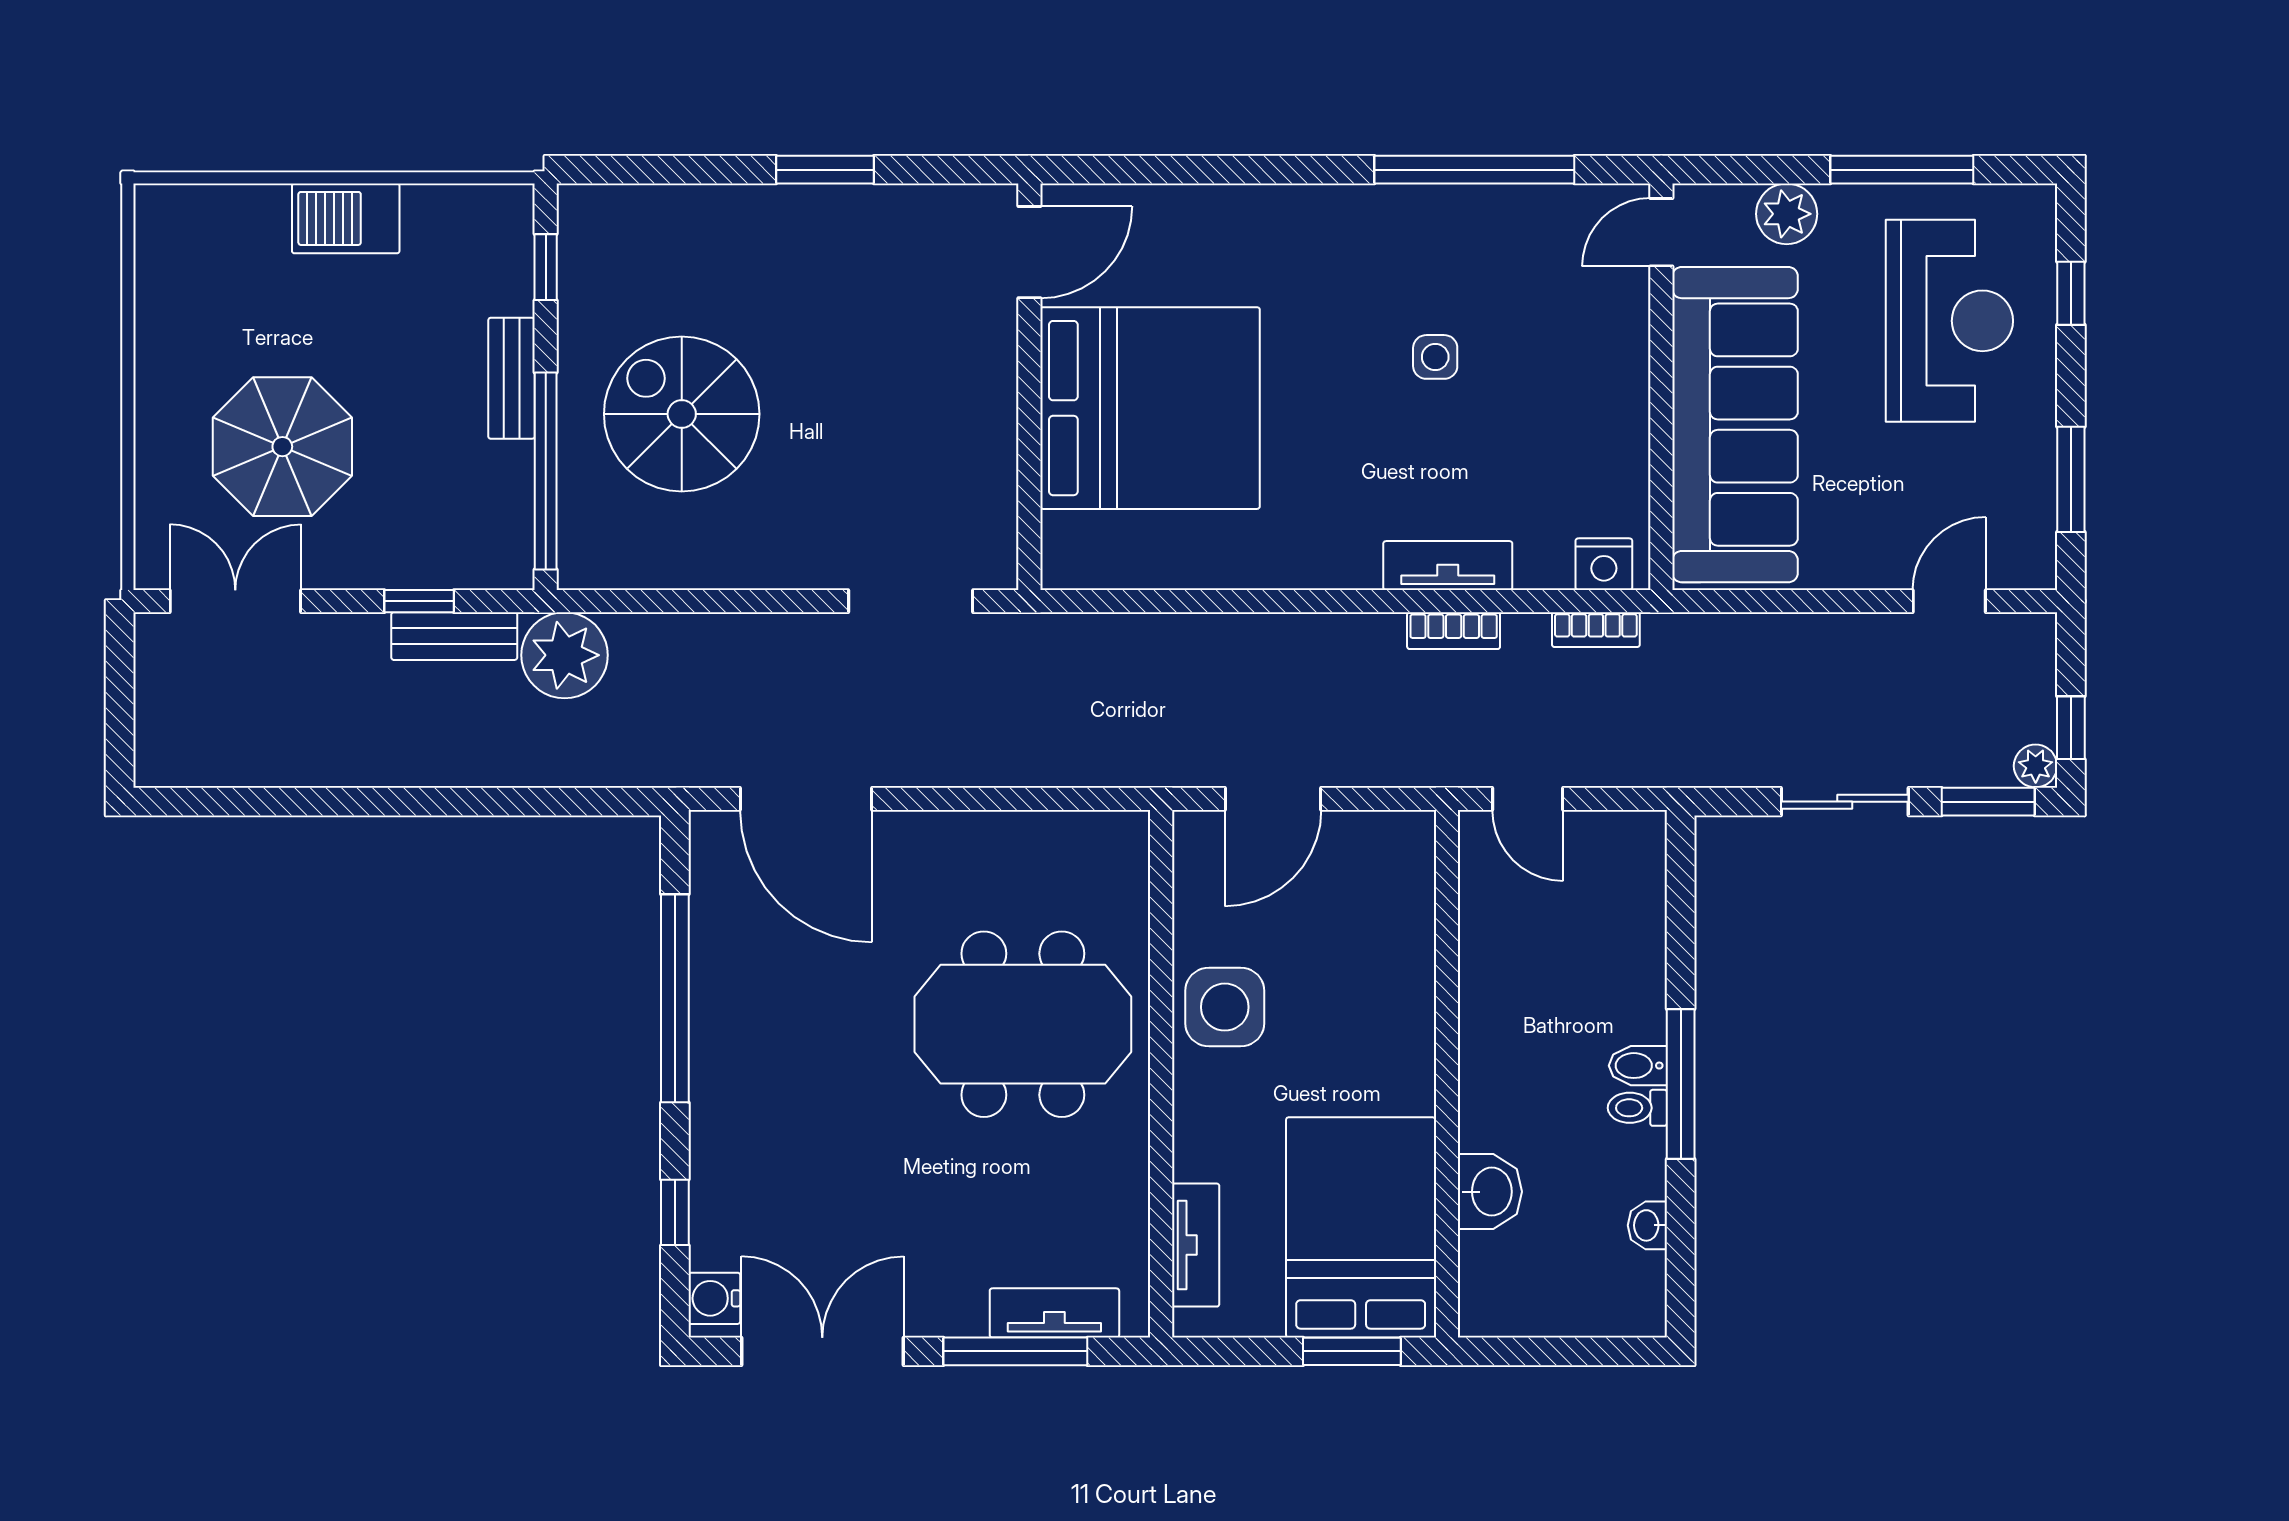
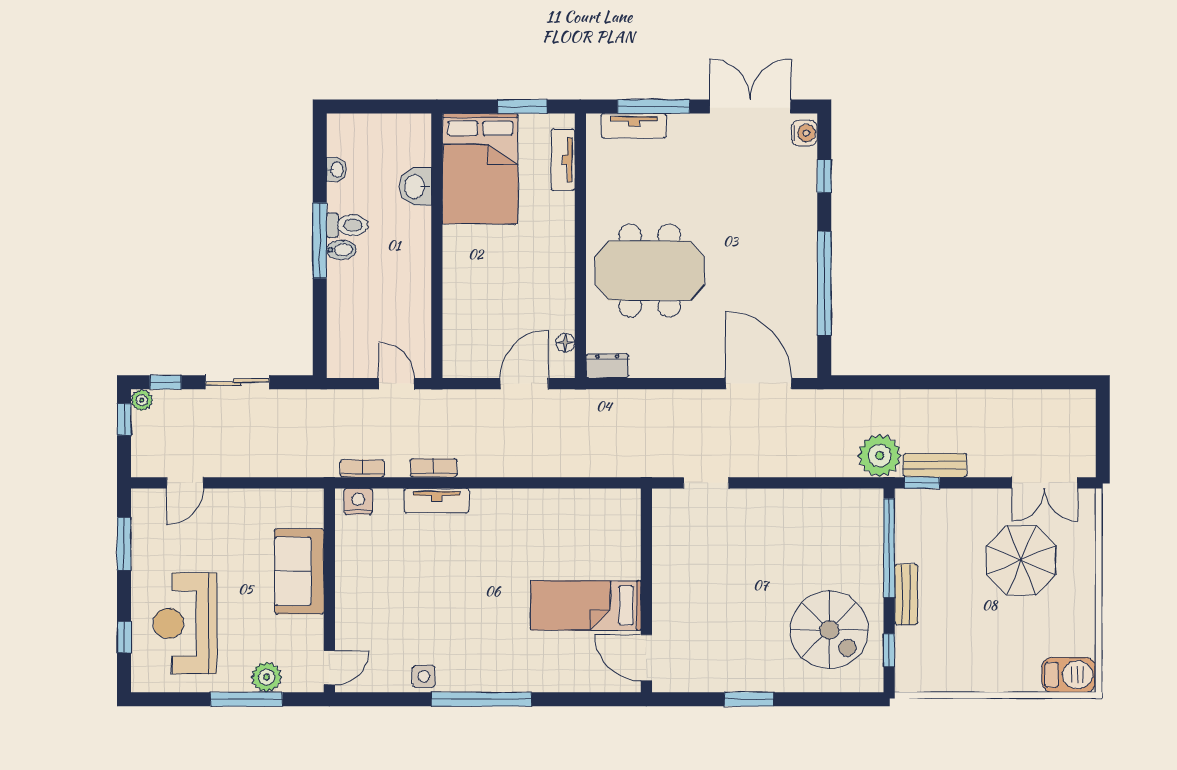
window: (1474, 170) -> (481, 699), moved
window: (1902, 170) -> (247, 699), moved
barbecue: (346, 218) -> (1069, 675), moved
door: (1029, 252) -> (646, 658), hinge flipped
side table: (1435, 357) -> (424, 676), moved
bed: (1150, 408) -> (586, 605), width x0.49
spiral stairs: (682, 414) -> (829, 630), moved
sofa: (1735, 425) -> (299, 571), width x0.54, depth x0.79
window: (419, 601) -> (922, 483), moved
doorway: (911, 601) -> (706, 483), width x0.73
window: (1988, 802) -> (166, 382), width x0.67
dresser: (1107, 834) -> (607, 366), added
floor lamp: (1191, 880) -> (565, 343), added
side table: (1225, 1007) -> (548, 279), removed
toilet: (1637, 1108) -> (347, 225), width x1.37, depth x1.39
double door: (822, 1351) -> (750, 106), swing flipped
window: (1352, 1351) -> (522, 106), moved

